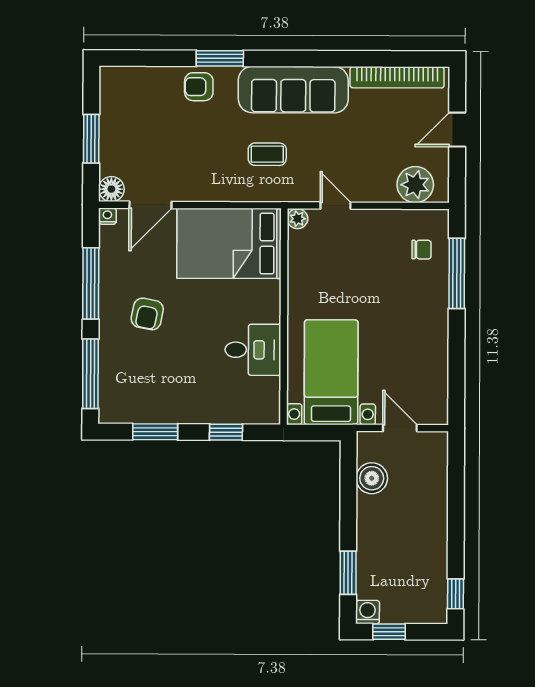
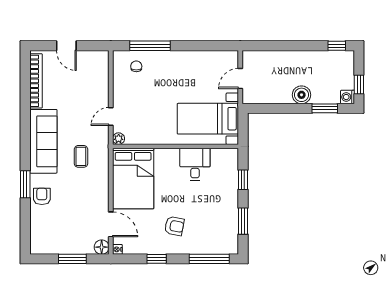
armchair: (199, 87) -> (42, 196), turned 180
plant: (415, 185) -> (98, 70), removed
window: (91, 283) -> (157, 259), width x0.46
boiler: (372, 478) -> (301, 95), moved

